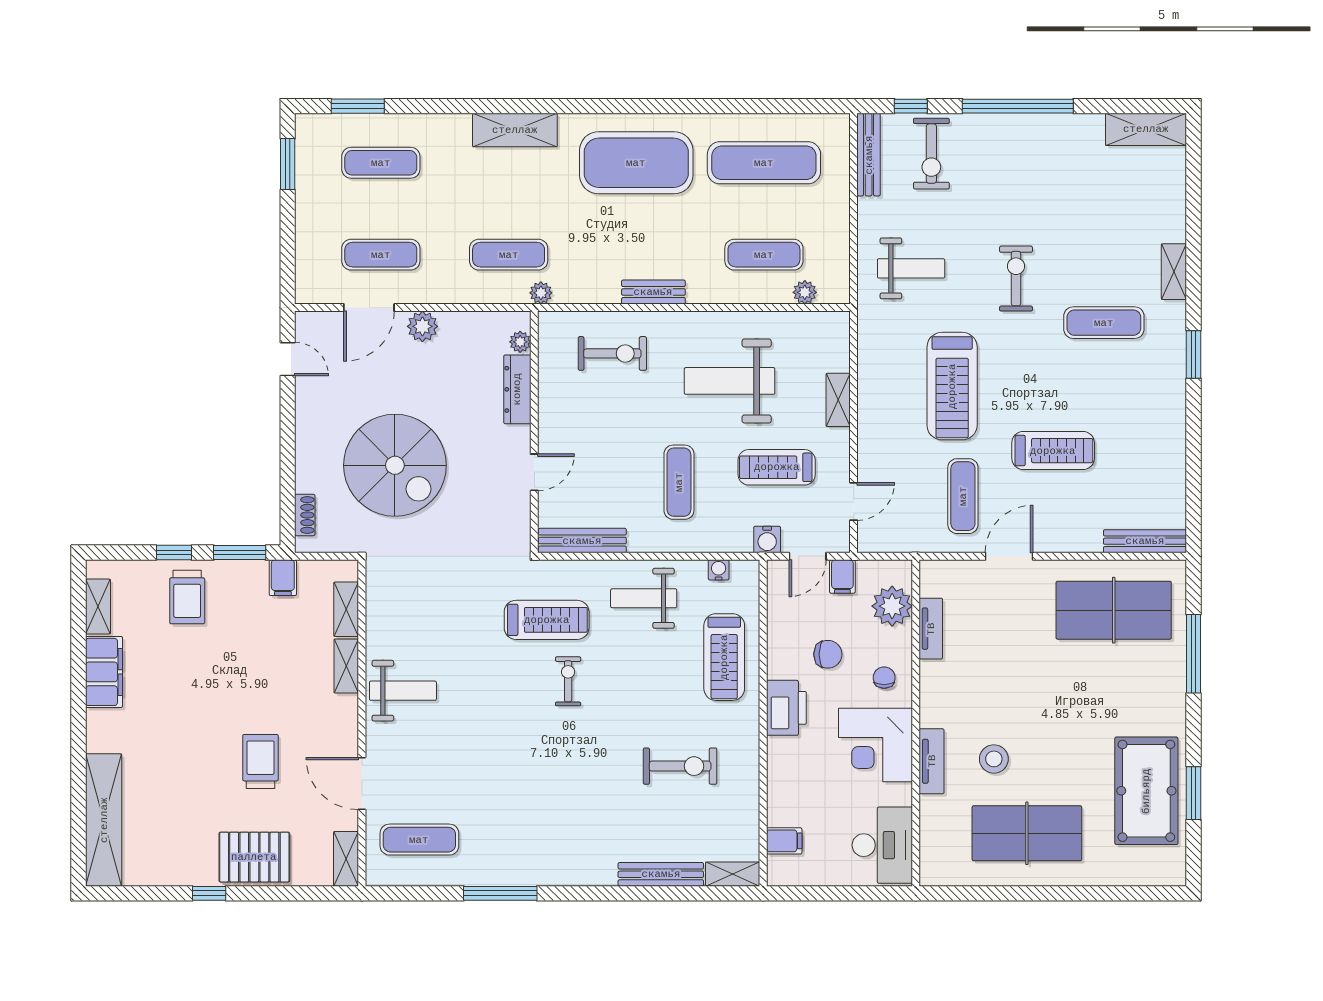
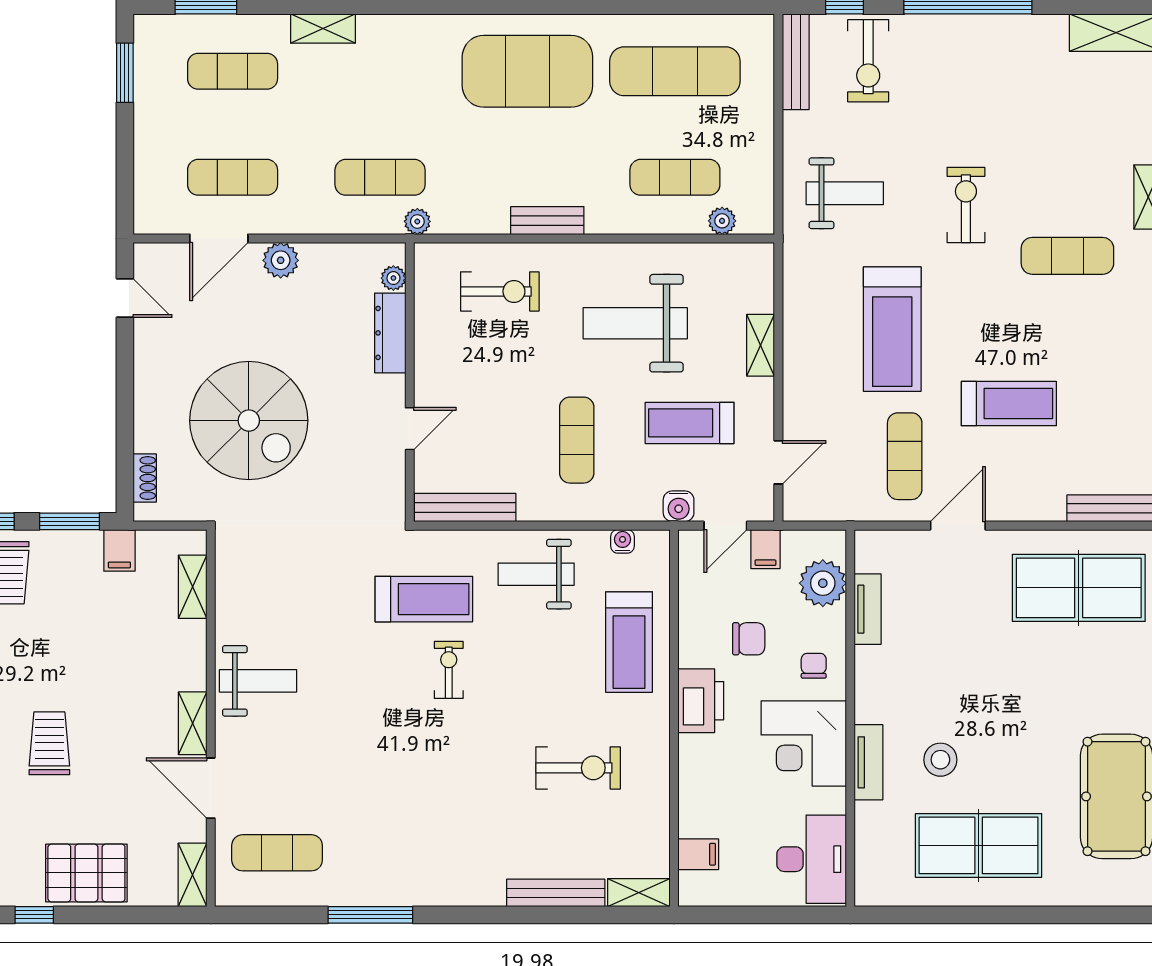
shelving: (515, 130) -> (323, 29), moved, width x0.67, depth x0.75
shelving: (346, 666) -> (193, 723), moved
trolley: (260, 761) -> (49, 743), moved

